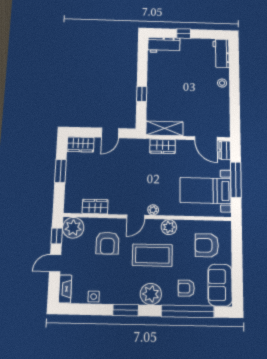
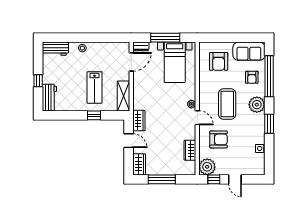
lab bench: (175, 95) -> (95, 88), added
wardrobe: (163, 146) -> (139, 121), moved
window: (60, 171) -> (162, 179), width x1.44
plant: (169, 227) -> (205, 91), removed
fireplace: (65, 289) -> (254, 171), removed

